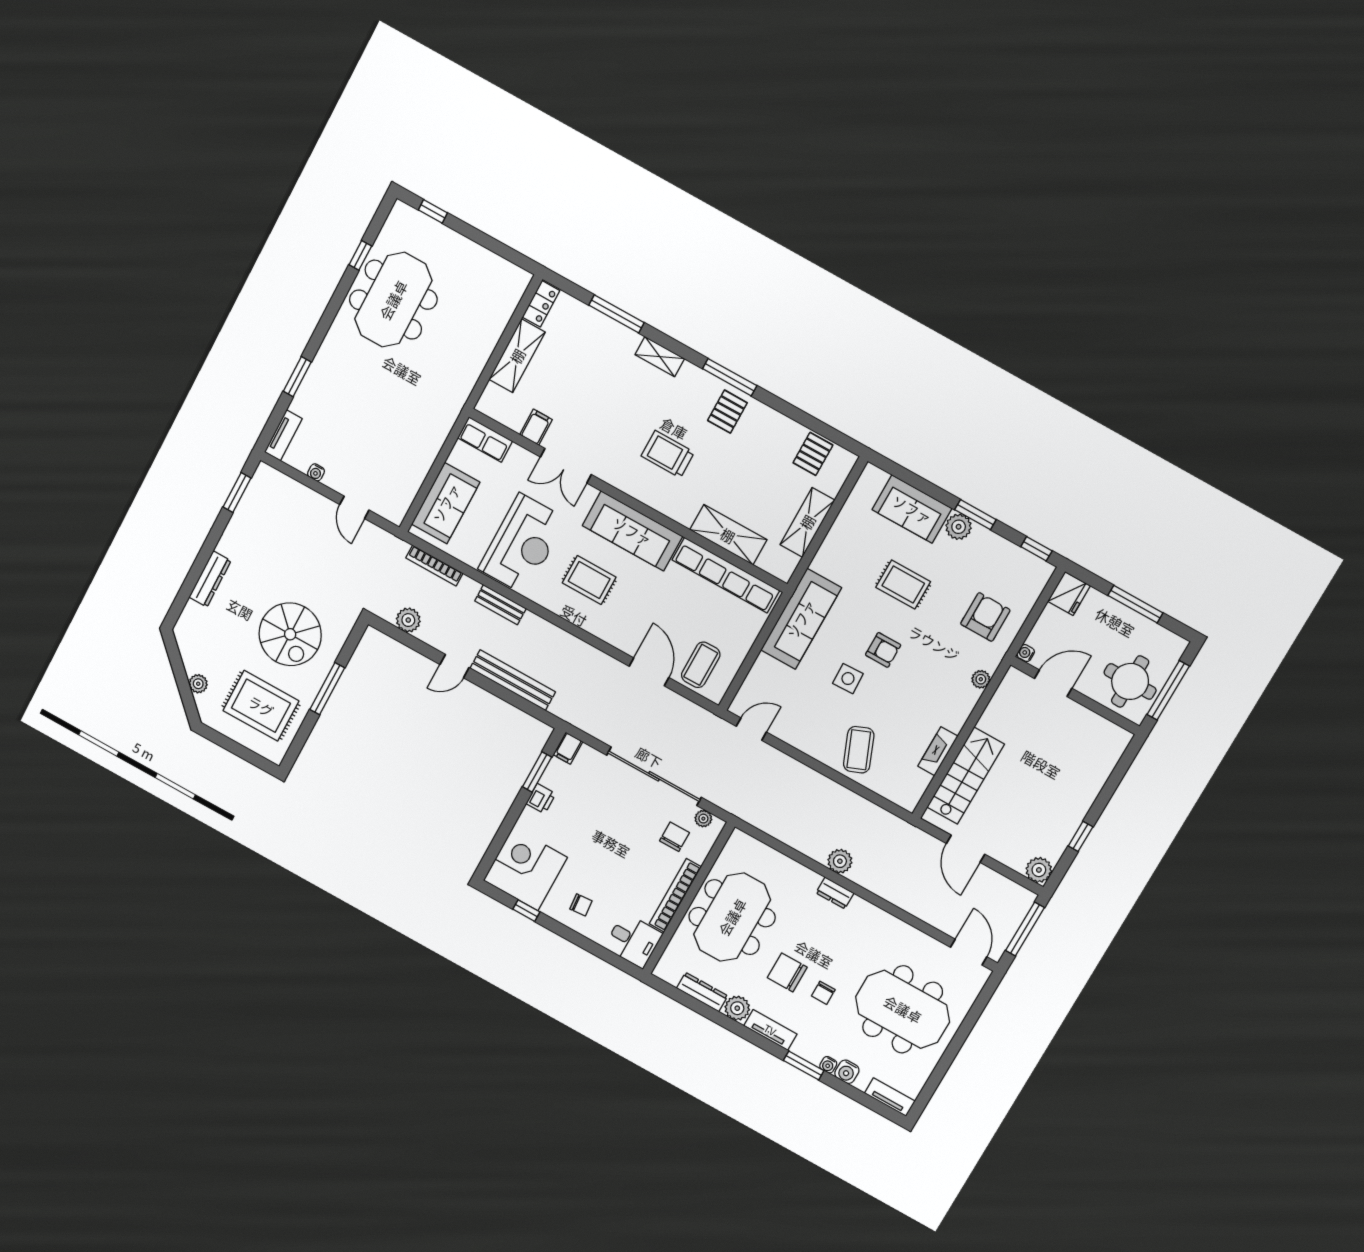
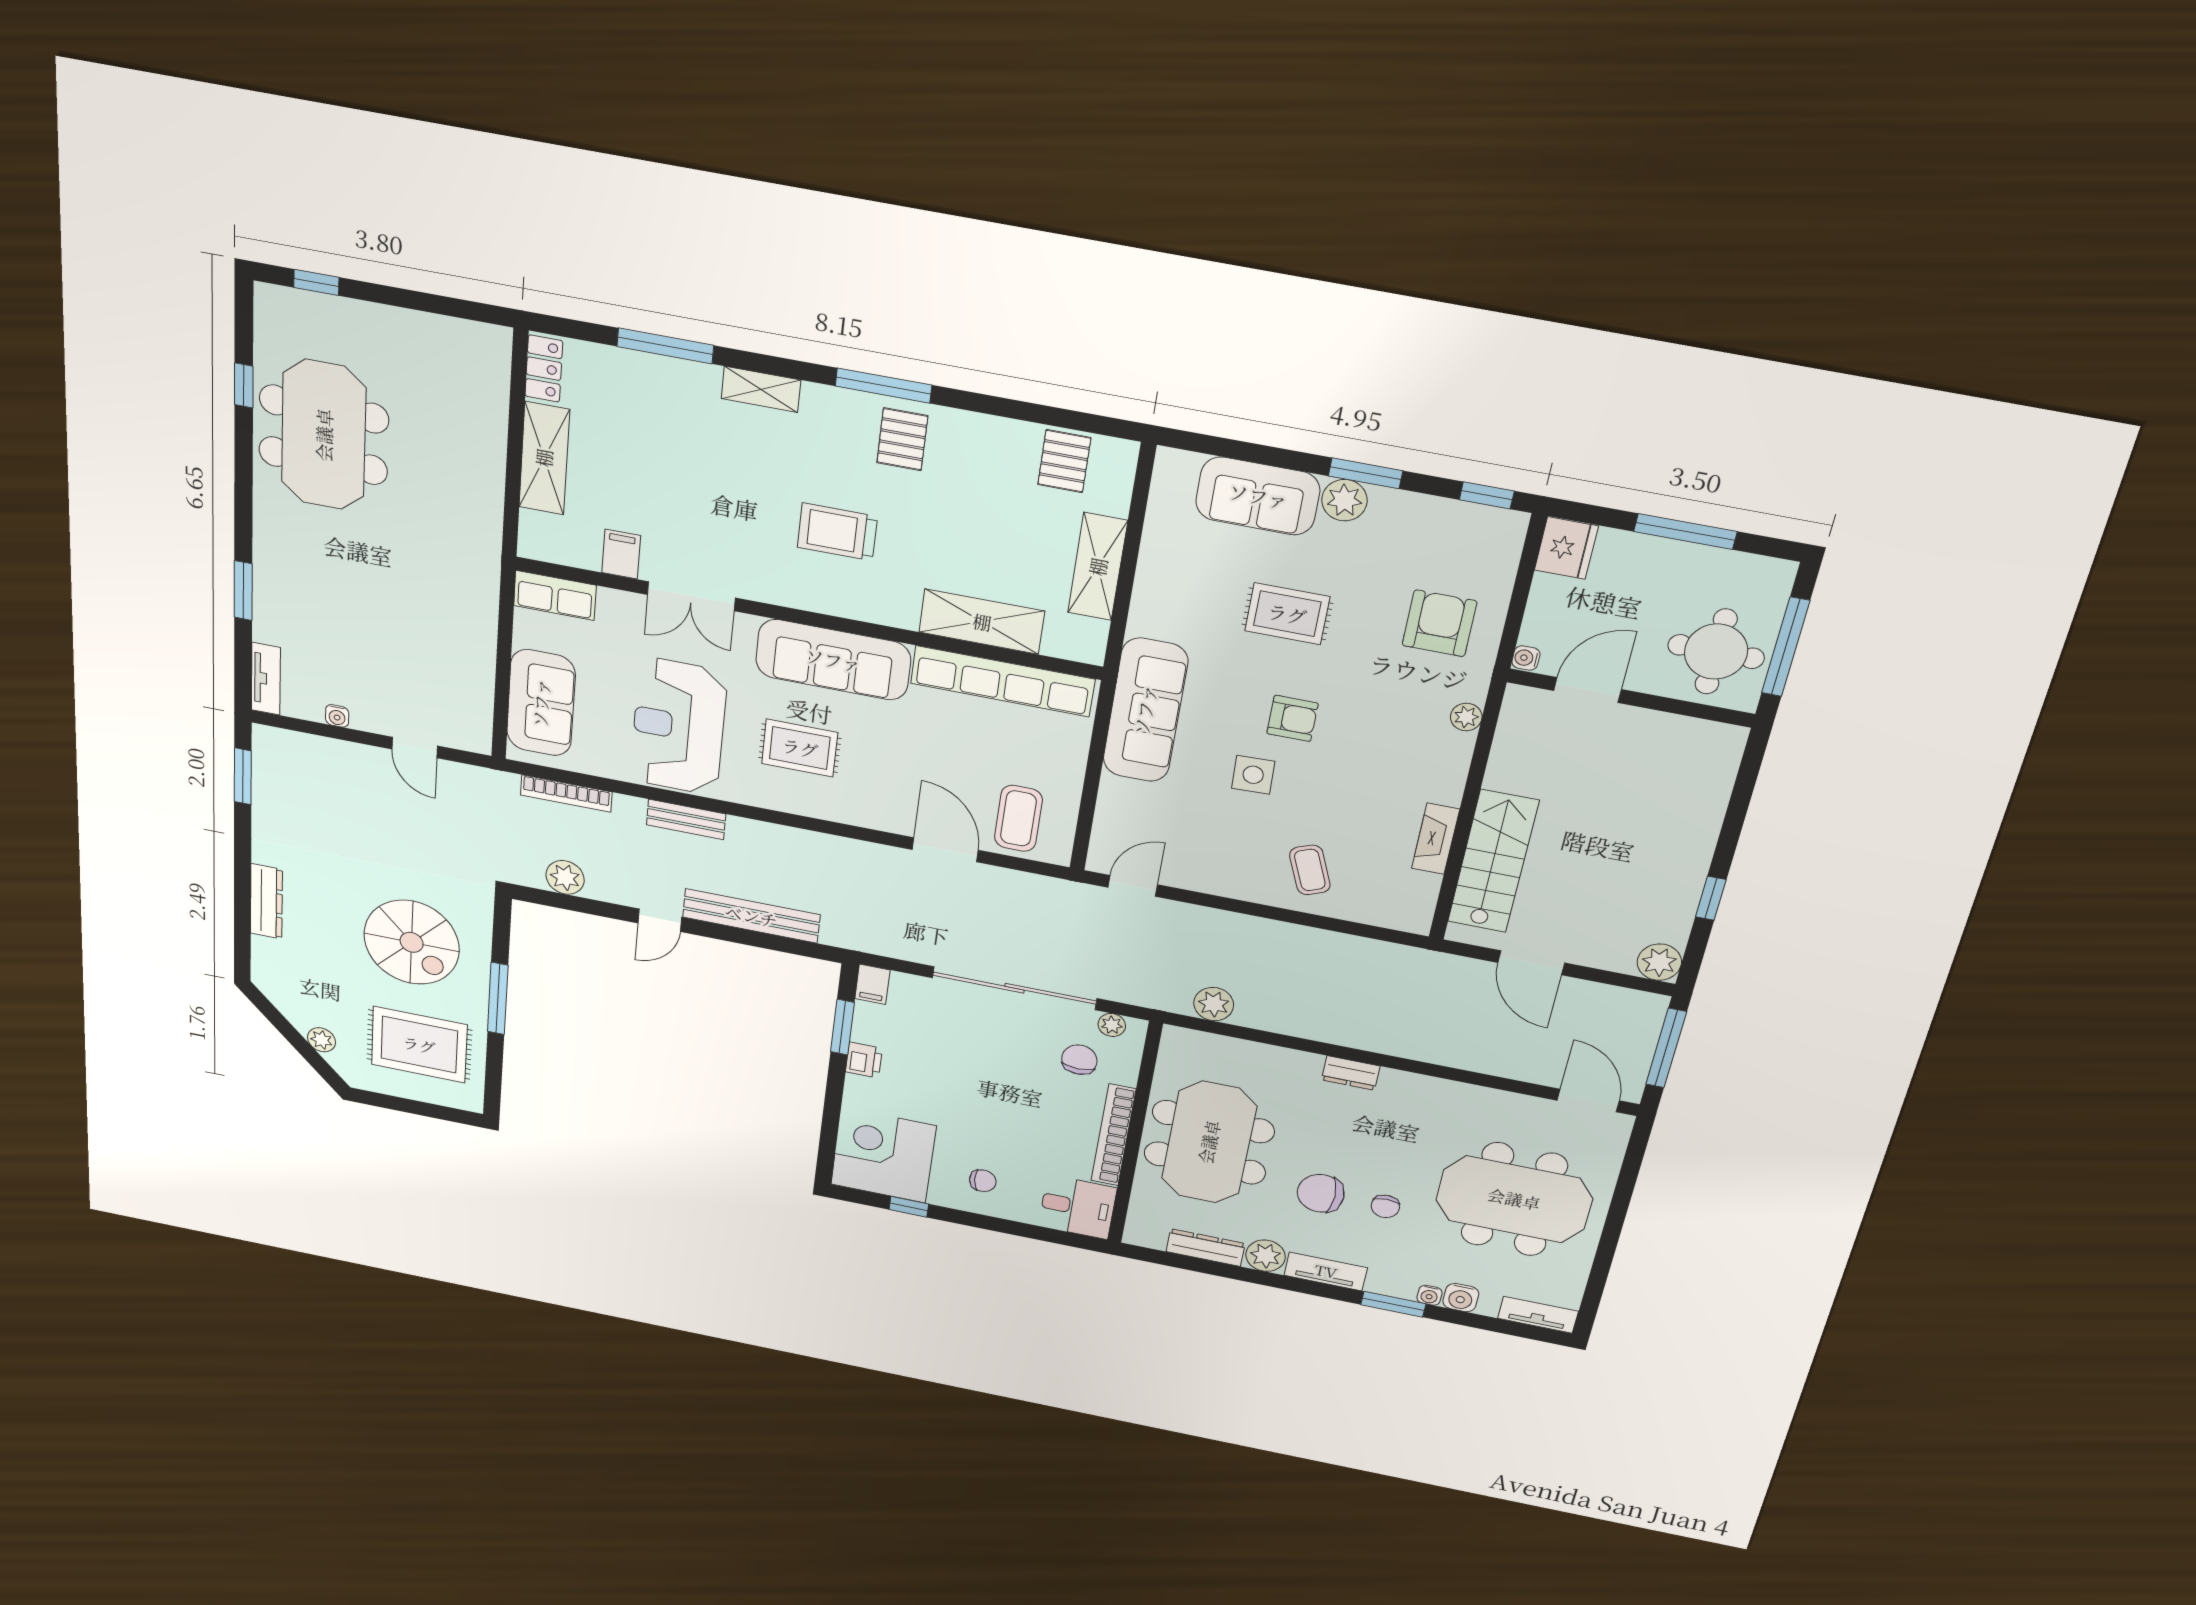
reception desk: (522, 544) -> (678, 726), turned 180
coffee table: (859, 750) -> (1310, 870), width x0.73, depth x0.77
plant: (840, 861) -> (1214, 1004), moved

